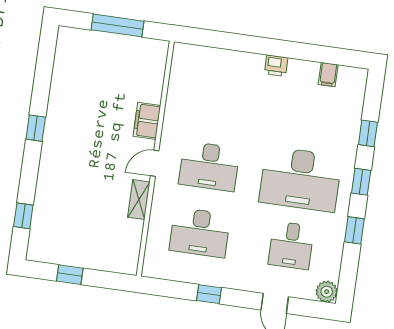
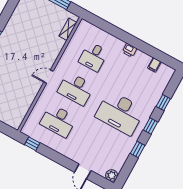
filing cabinet: (147, 121) -> (53, 53), removed
shelving: (139, 200) -> (68, 29), moved
desk: (291, 245) -> (93, 57), moved
window: (209, 294) -> (32, 144), moved

